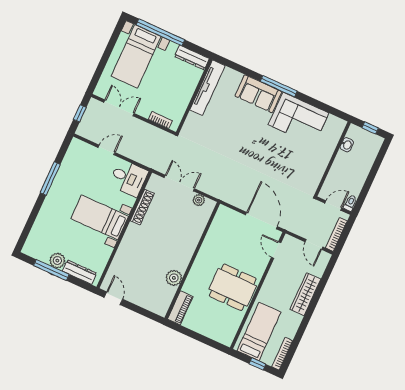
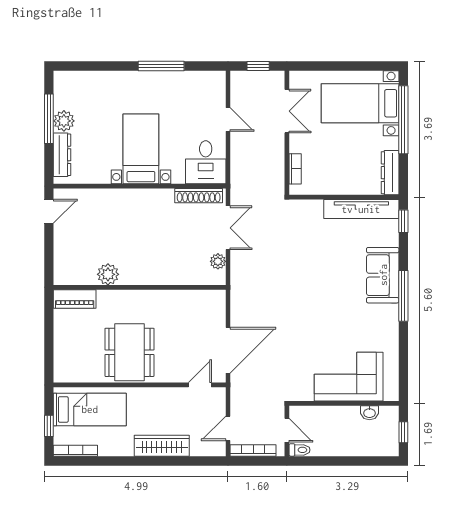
window: (229, 63) -> (403, 221), added
corner sofa: (299, 119) -> (349, 377), moved, turned 90
shoe rack: (142, 207) -> (199, 196), moved

